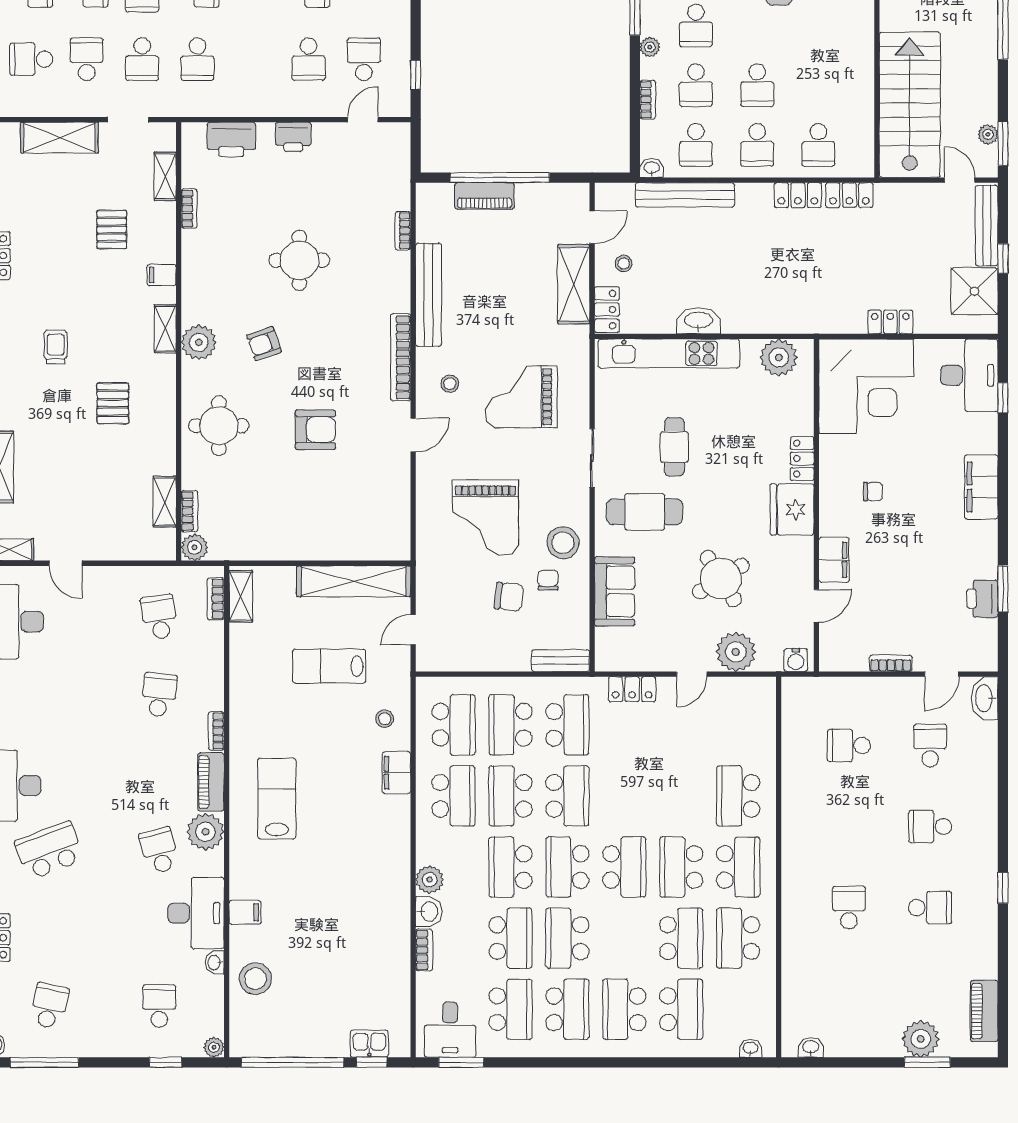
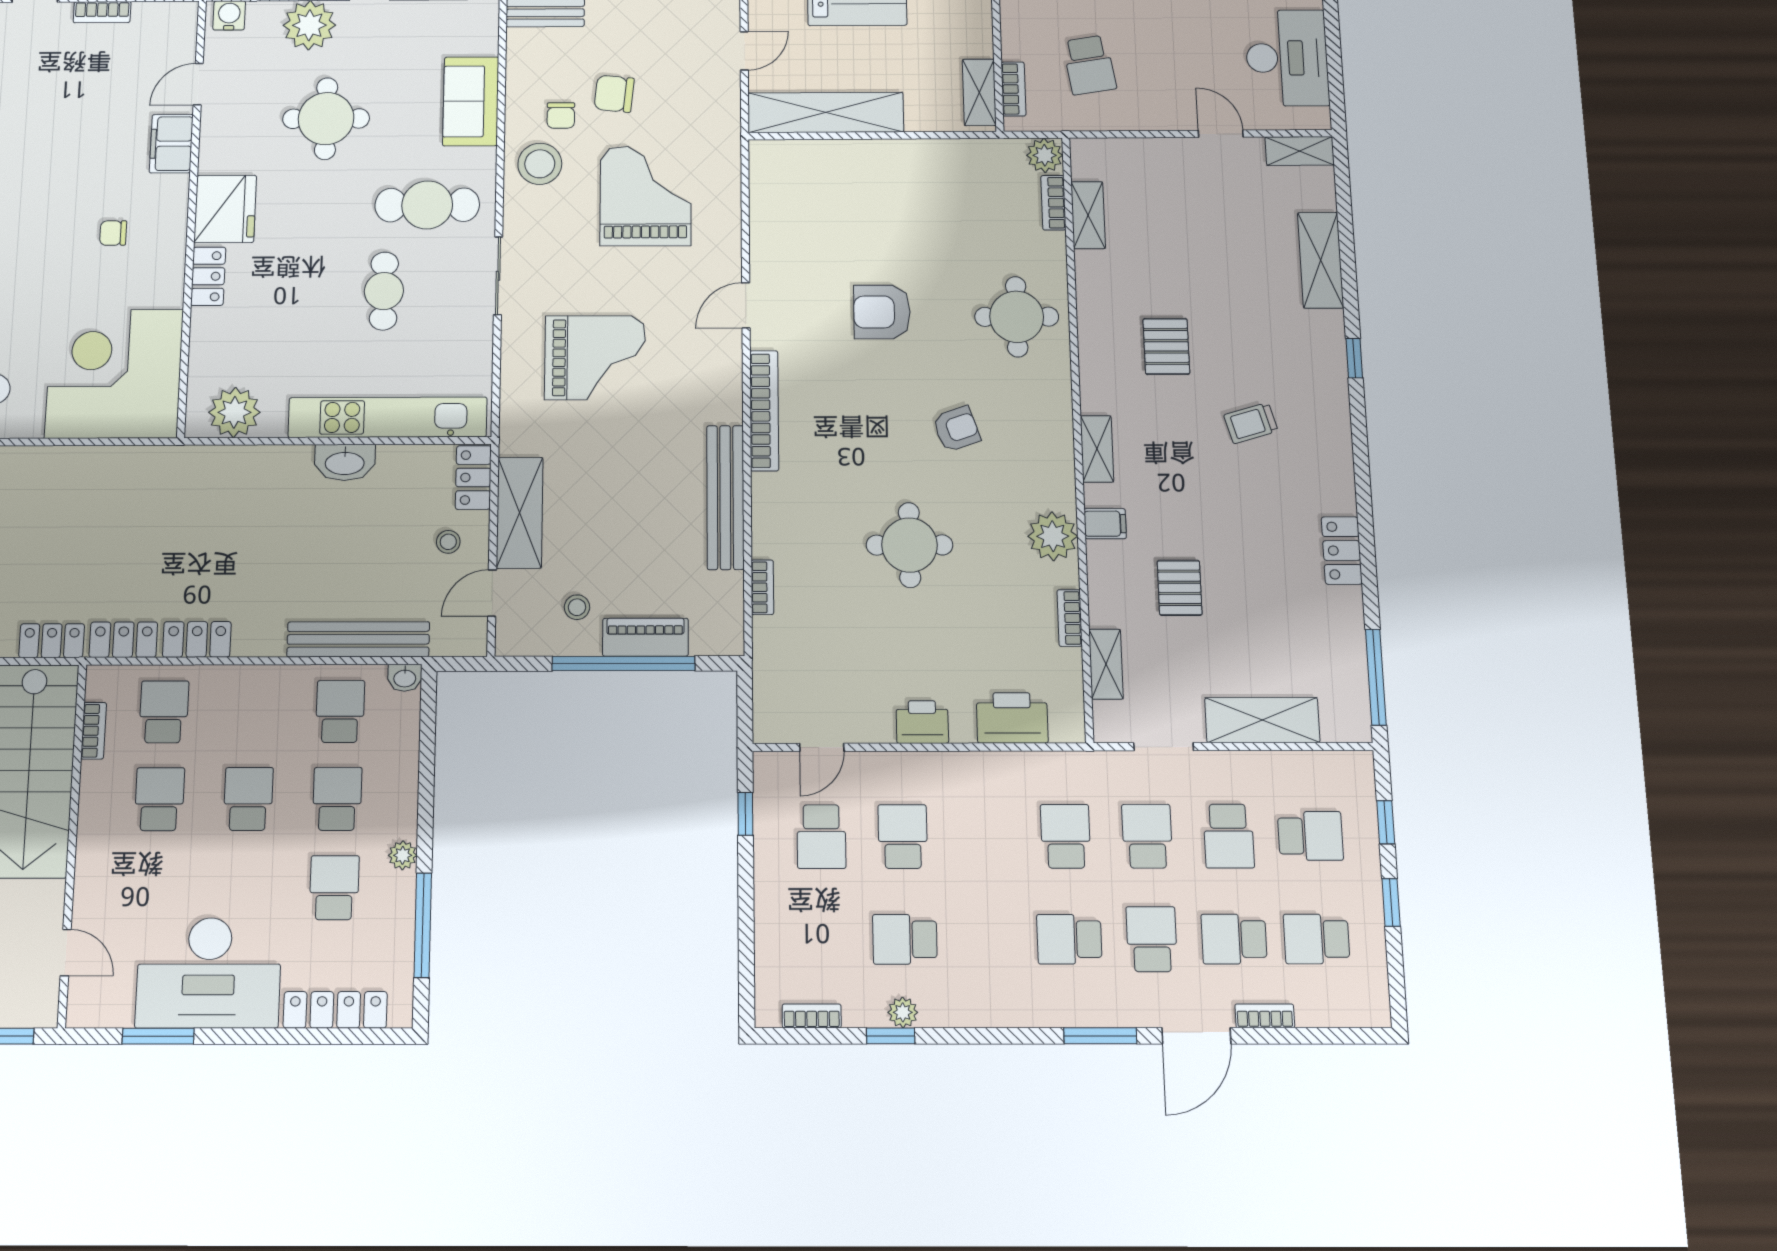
bookcase: (648, 100) -> (94, 731), moved, turned 180
school desk: (757, 145) -> (159, 799), moved
locker: (890, 322) -> (52, 641), moved, turned 180
plant: (199, 342) -> (1053, 536), moved
trolley: (56, 347) -> (1251, 423), turned 74
stool: (450, 384) -> (577, 607), moved
round table: (721, 579) -> (326, 119), turned 32

